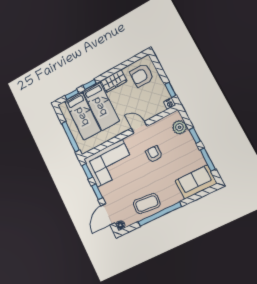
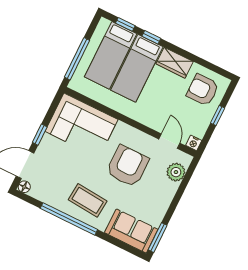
window: (170, 90) -> (218, 116), moved
door: (139, 127) -> (169, 141), moved
window: (195, 135) -> (179, 194), removed
armchair: (154, 154) -> (128, 166), width x1.88, depth x1.88
window: (208, 160) -> (158, 238), moved
window: (87, 171) -> (53, 107), removed
coffee table: (147, 204) -> (88, 200), moved

